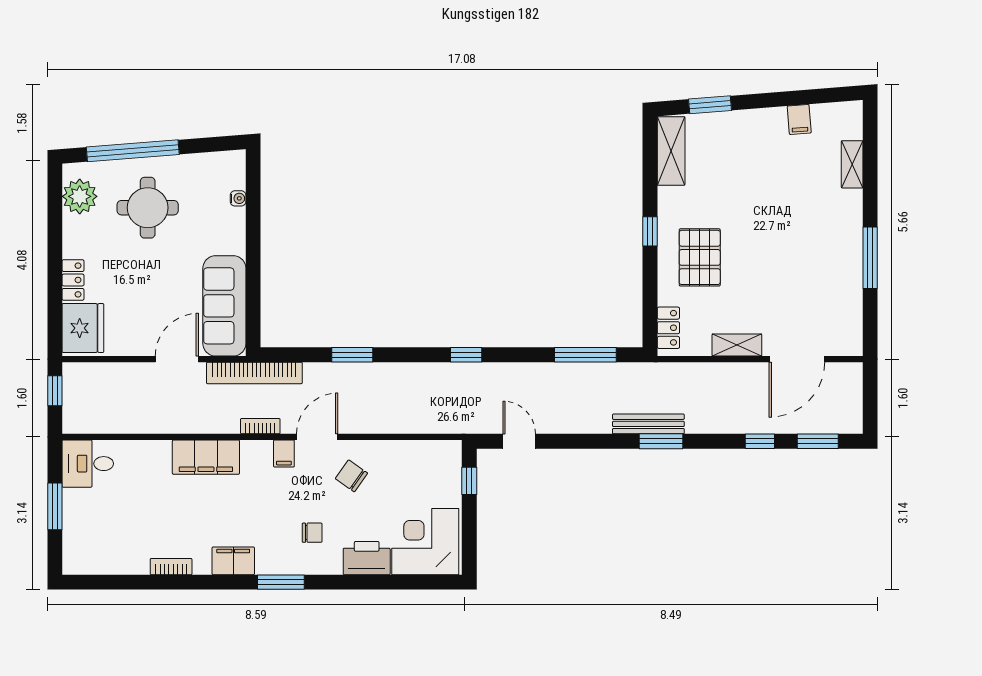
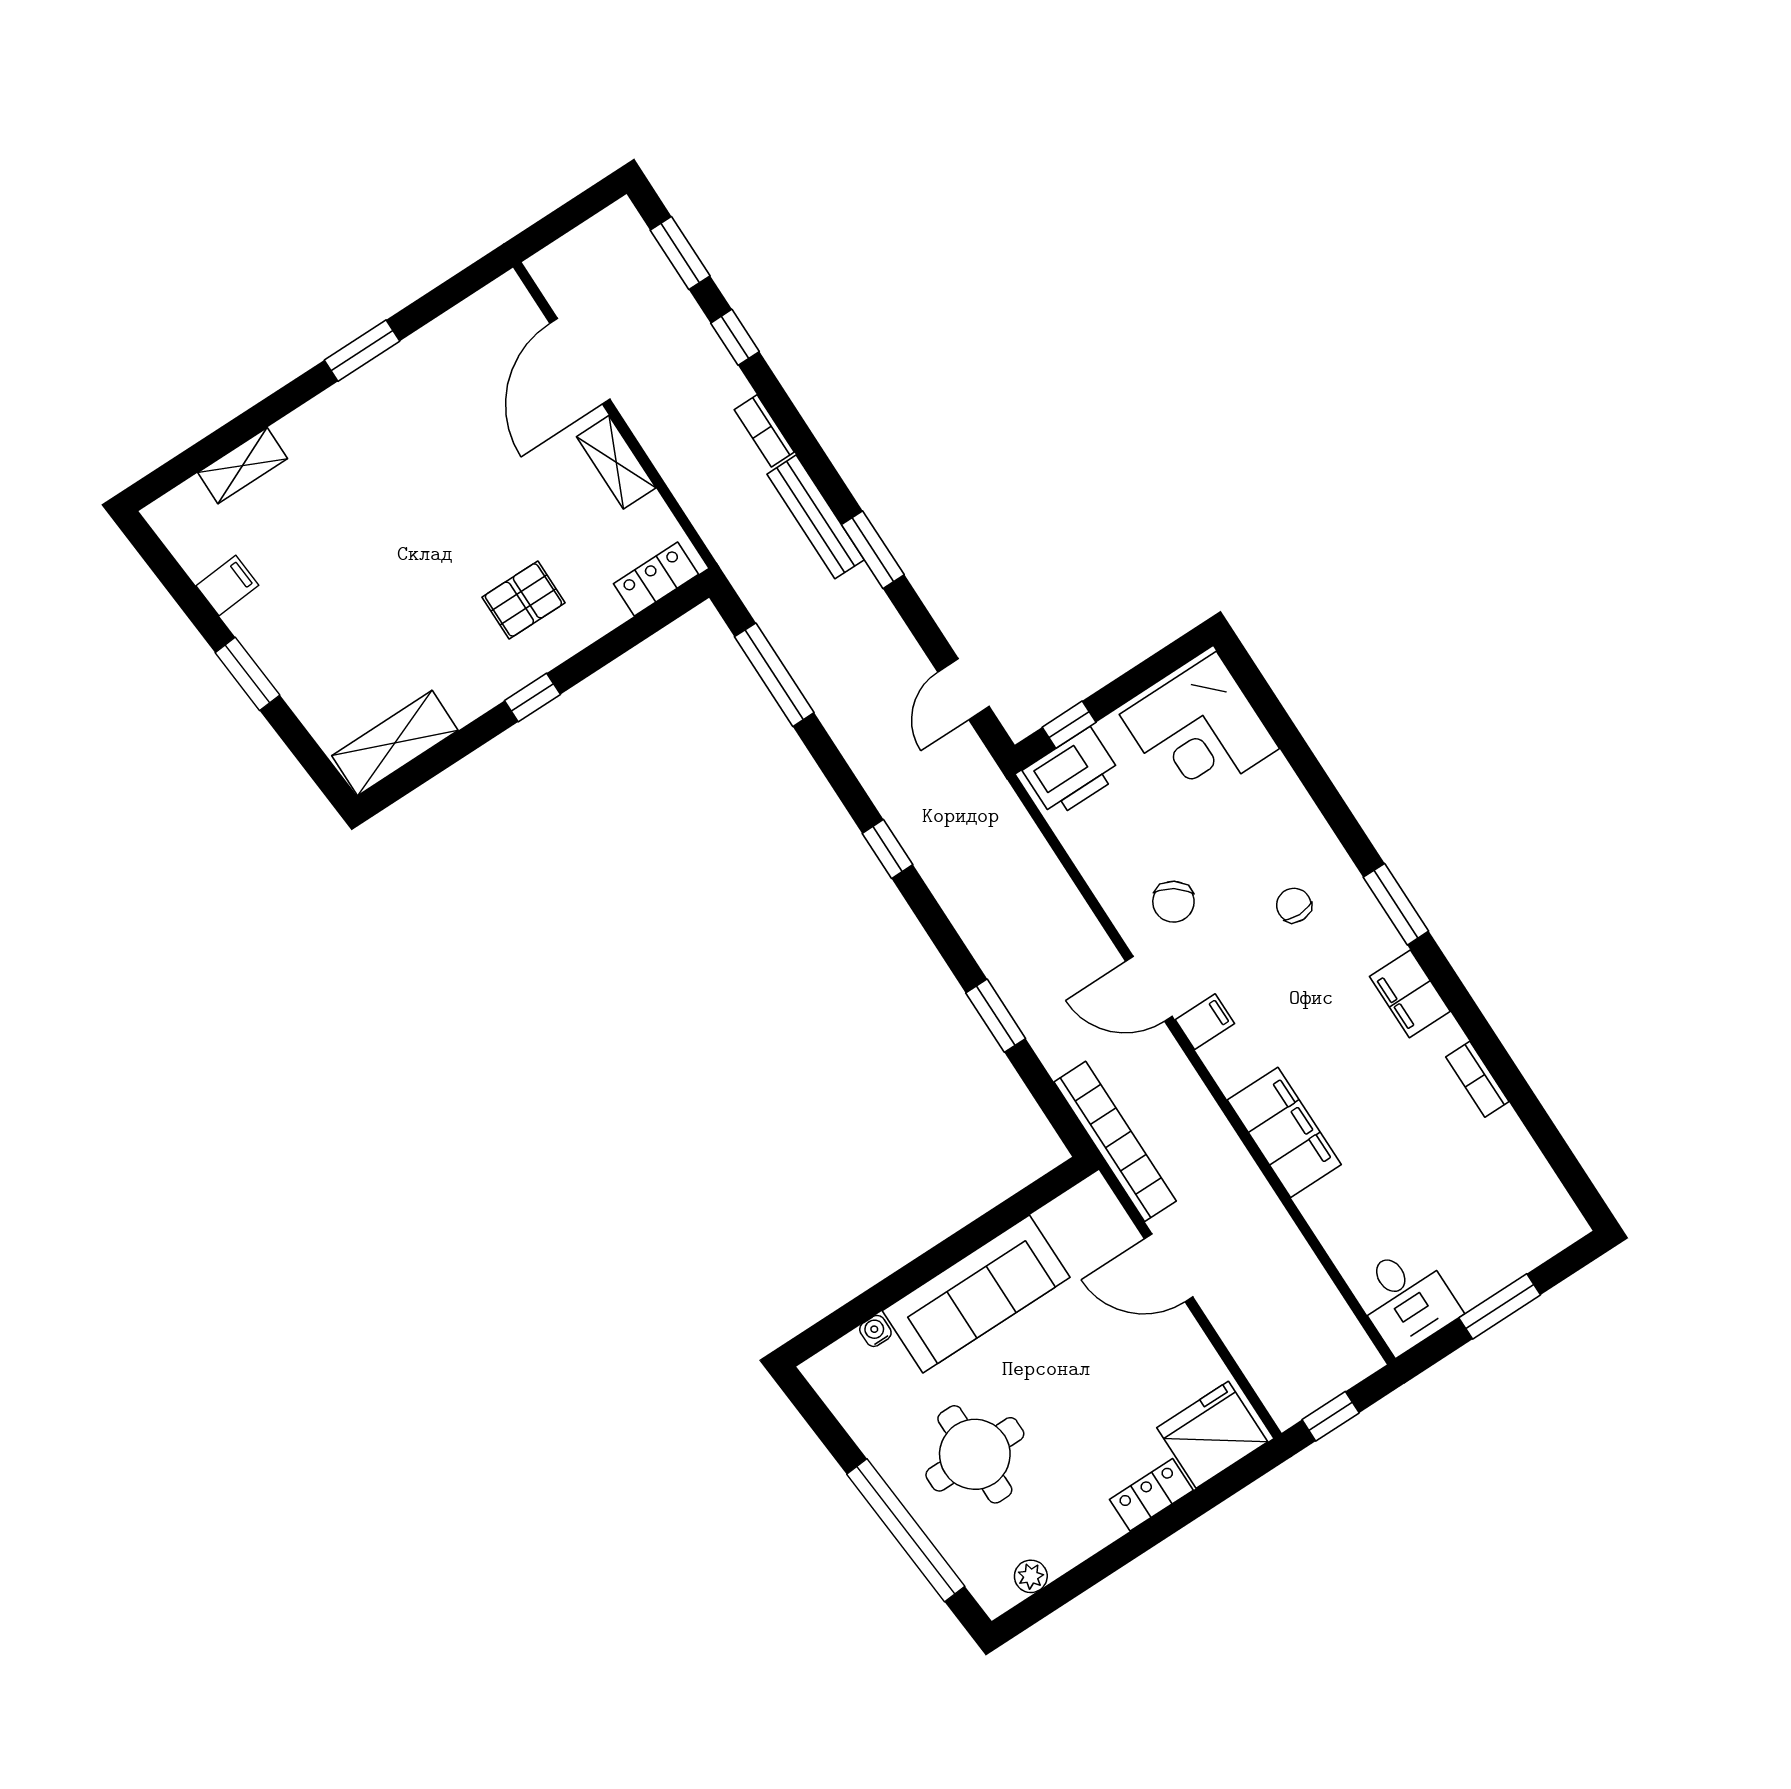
window: (710, 105) -> (247, 674), moved
plant: (80, 196) -> (1031, 1576), width x0.53, depth x0.53
pallet: (700, 257) -> (523, 600), width x0.67, depth x0.71
window: (870, 258) -> (362, 351), width x0.69
sofa: (224, 306) -> (976, 1294), moved
door: (797, 359) -> (580, 361), swing flipped
bookcase: (260, 426) -> (764, 431), moved
window: (661, 441) -> (873, 550), moved
printer: (367, 558) -> (1072, 773), moved, turned -90

